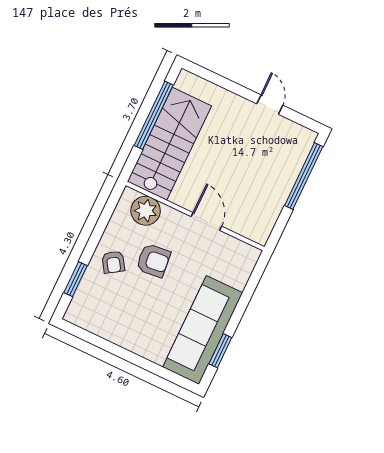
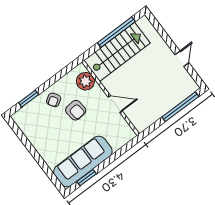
door: (206, 221) -> (115, 104), hinge flipped

